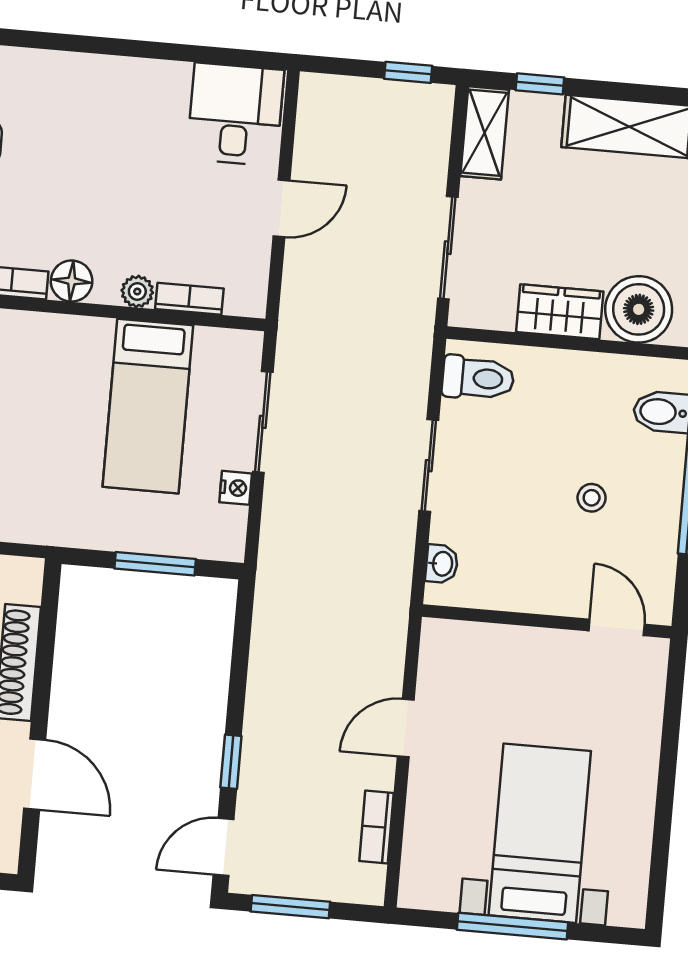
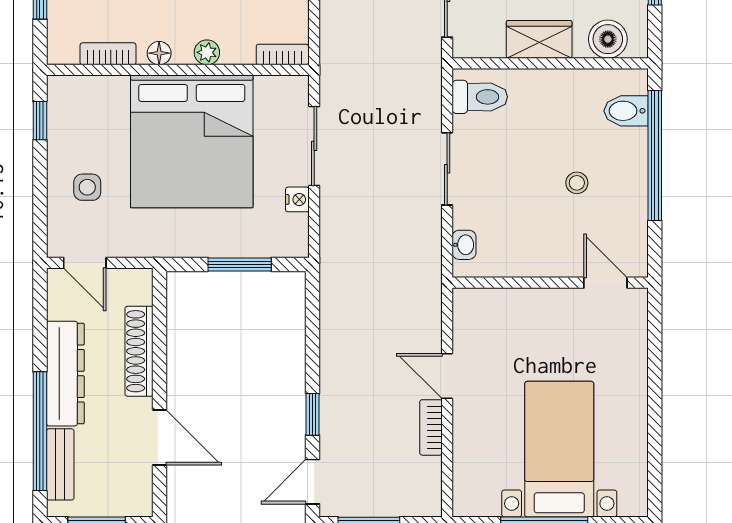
floor lamp: (72, 281) -> (159, 53), width x0.73, depth x0.73
bookcase: (189, 299) -> (282, 55), moved
boiler: (639, 309) -> (608, 39), width x0.73, depth x0.73
bed: (148, 406) -> (192, 141), width x2.04
door: (406, 728) -> (447, 376), hinge flipped
bookcase: (377, 827) -> (431, 427), moved

